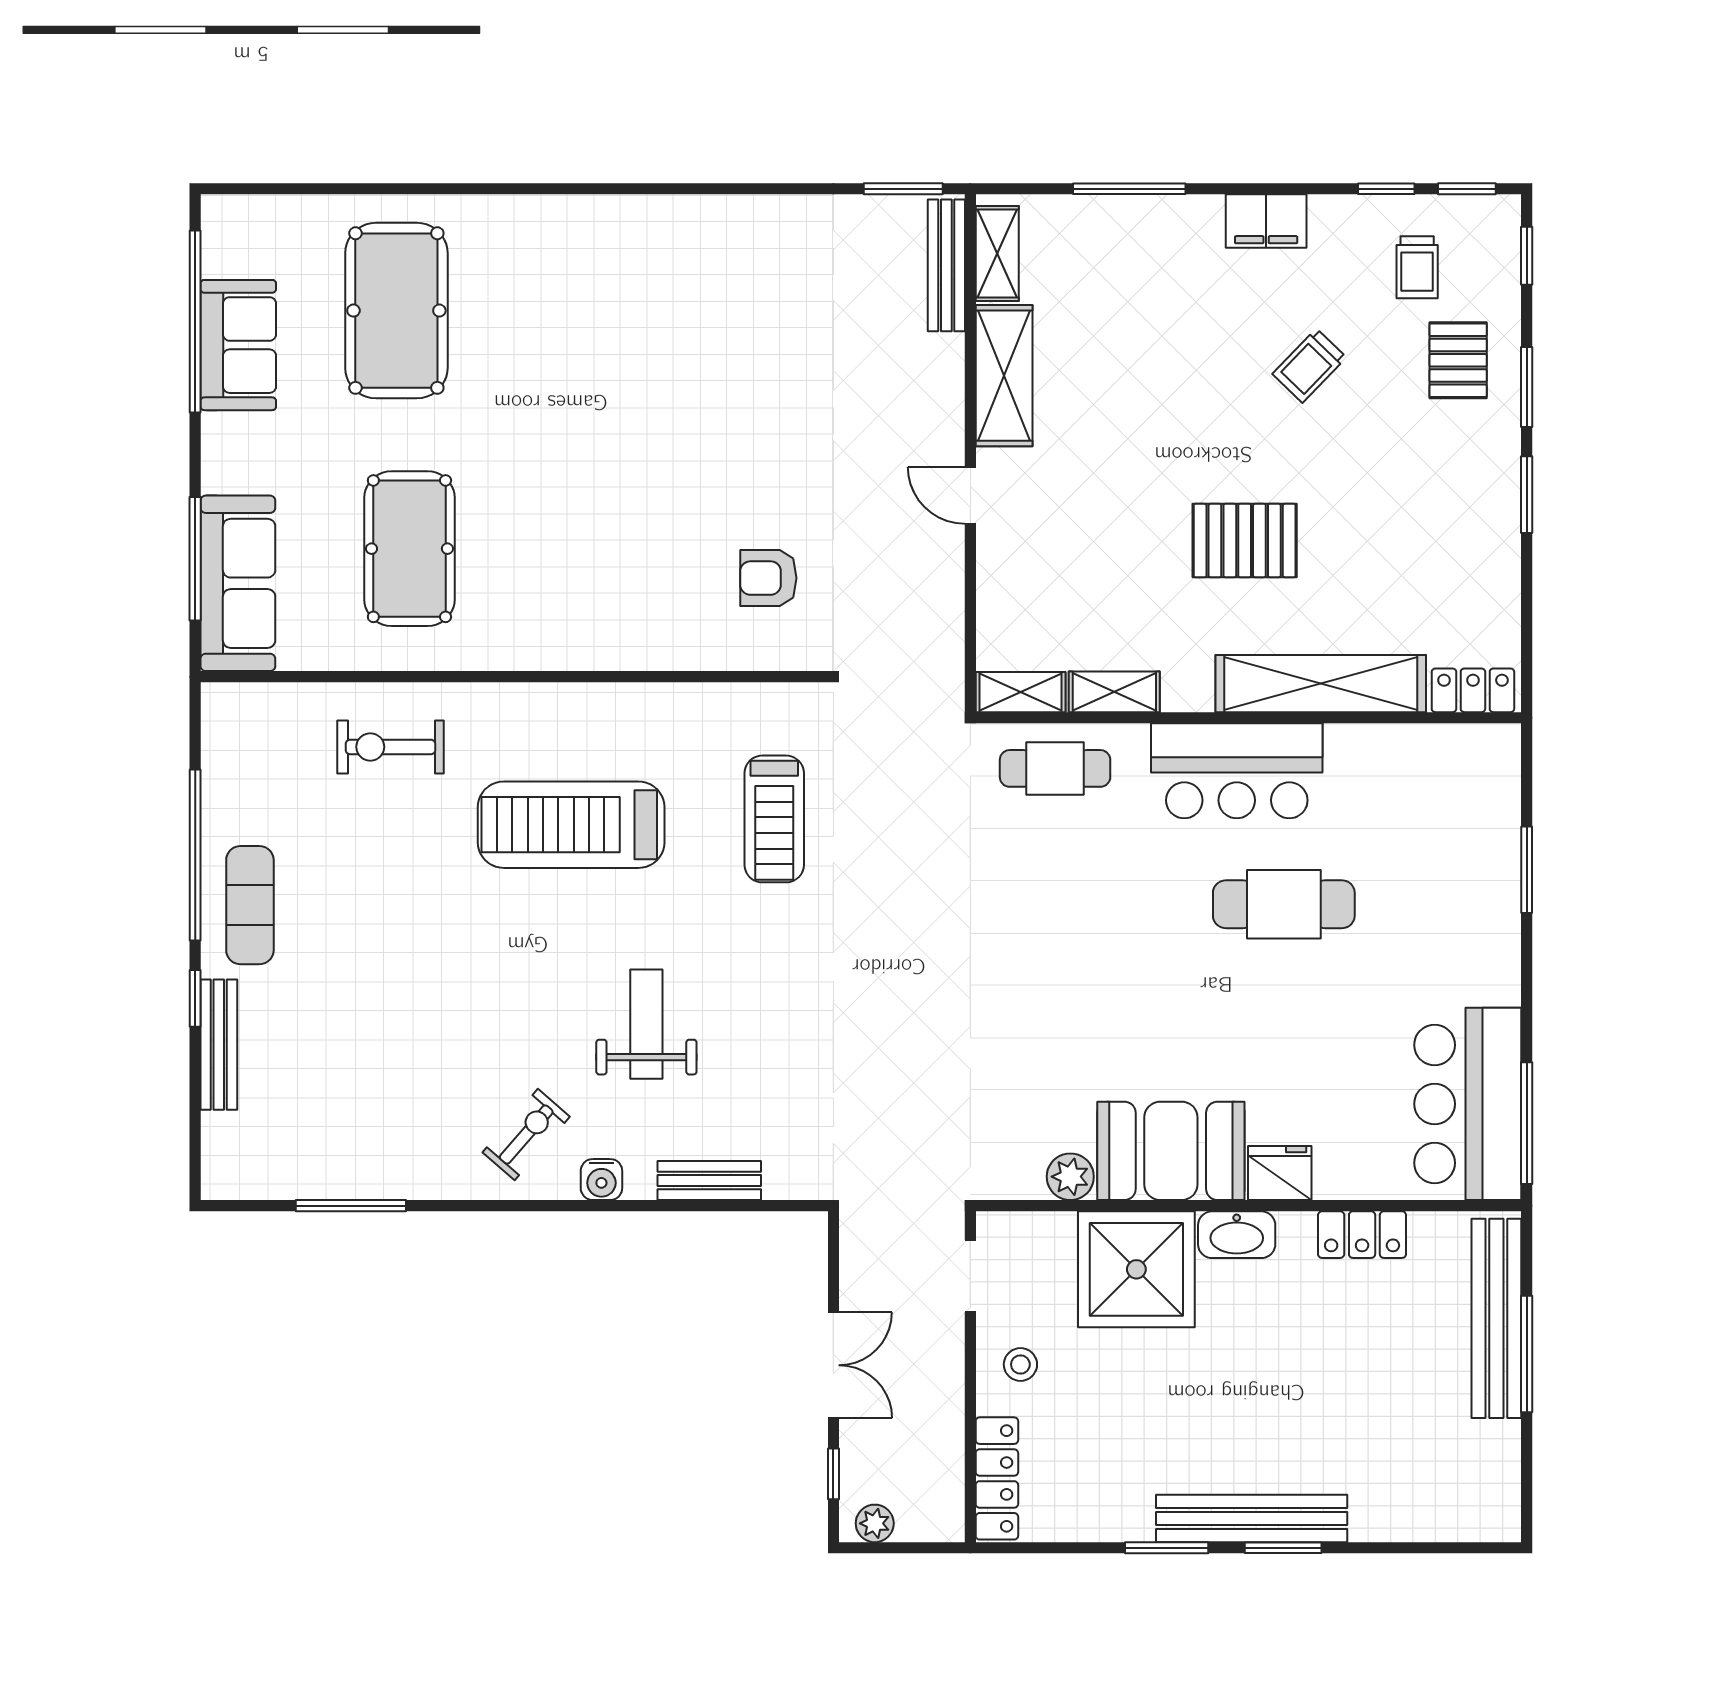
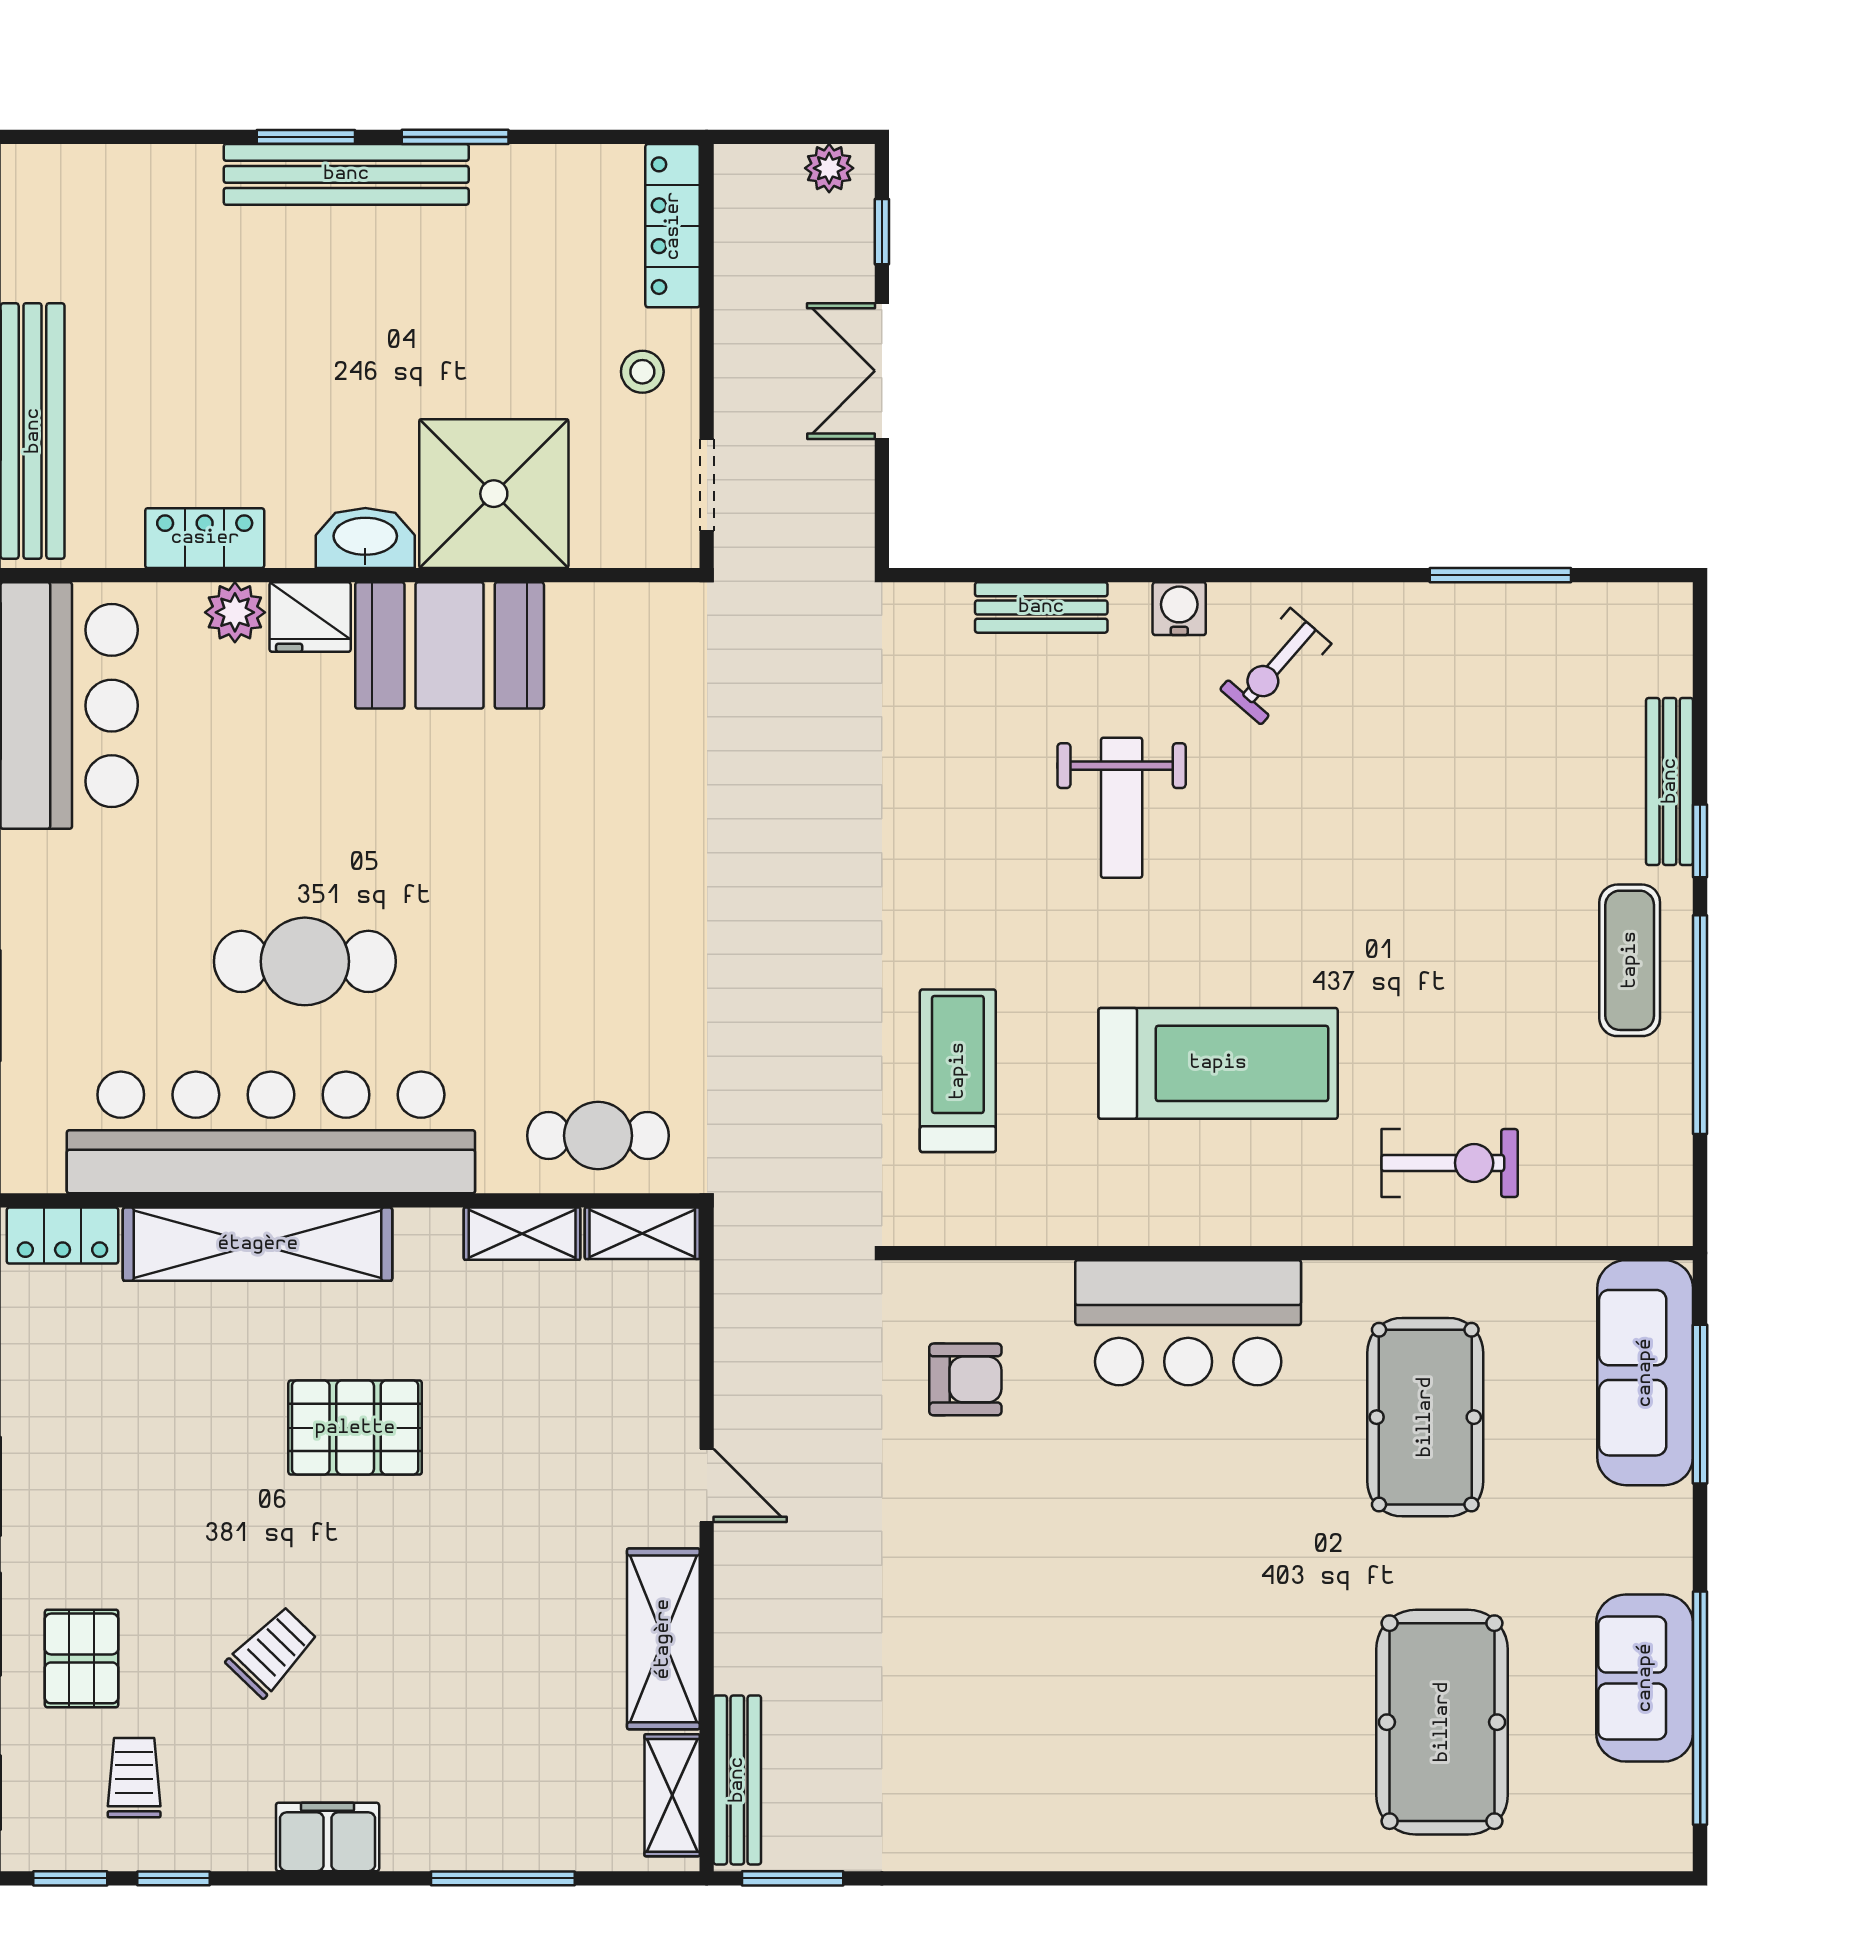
bar counter: (595, 622) -> (1188, 1323), added
bar counter: (1237, 771) -> (271, 1132), width x1.86
plant: (1070, 1177) -> (235, 612), moved

